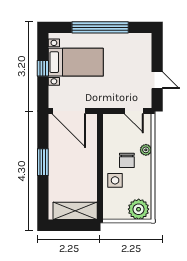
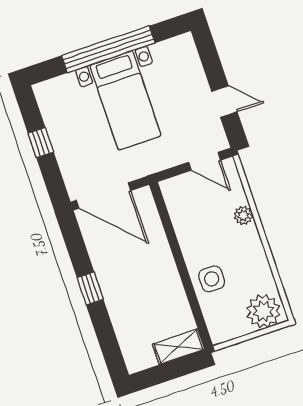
bed with nightstands: (76, 62) -> (125, 101), moved, turned 90
chair: (127, 160) -> (220, 242), removed
window: (43, 162) -> (90, 288), width x0.67
shelving: (75, 211) -> (178, 347), width x0.67, depth x0.75

